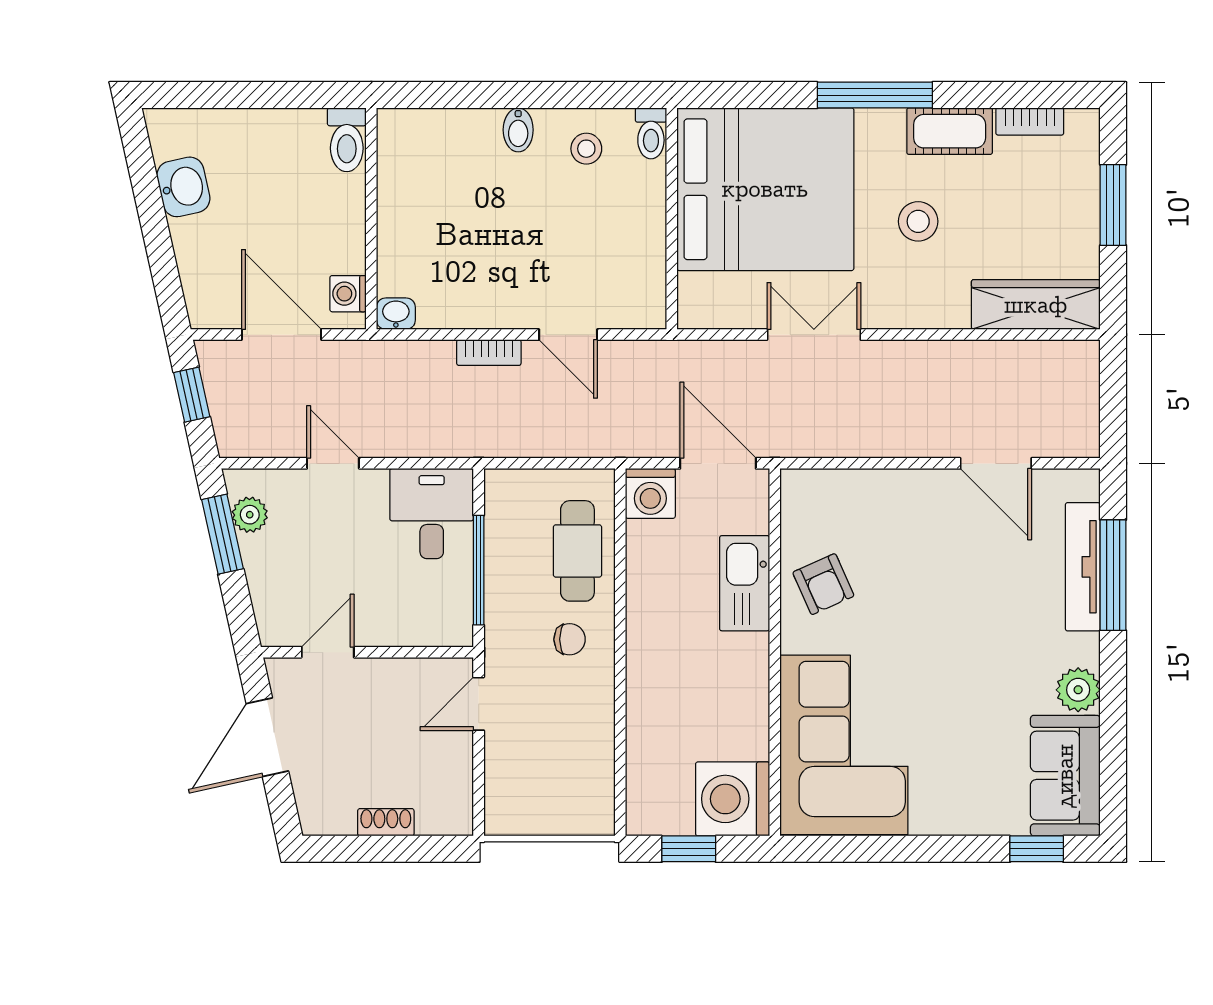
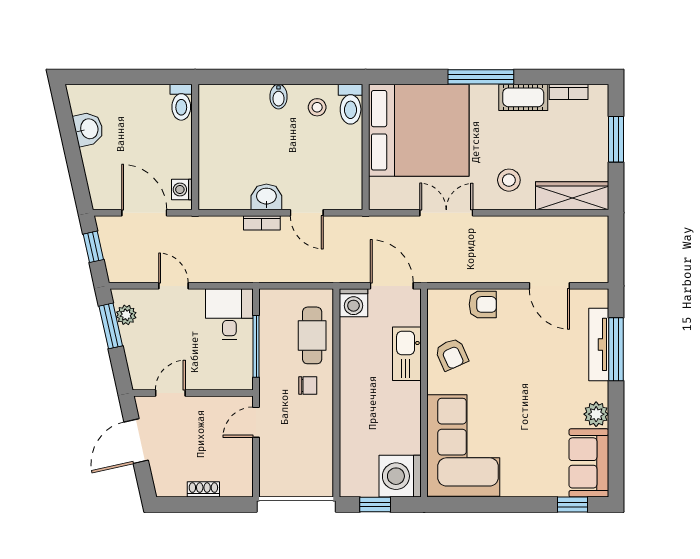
toilet: (651, 133) -> (351, 104), width x1.37, depth x1.39
stool: (918, 221) -> (509, 180), moved
washbasin: (396, 314) -> (266, 197), moved, width x1.38, depth x1.45
armchair: (878, 496) -> (483, 304), added

